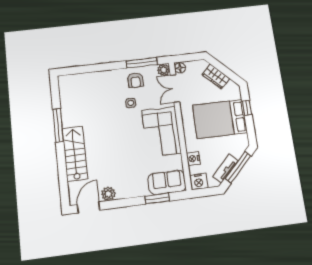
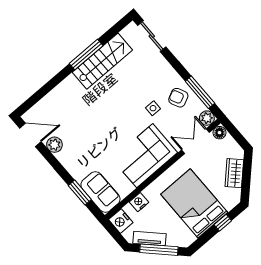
sliding door: (78, 70) -> (152, 36), added
armchair: (135, 80) -> (178, 98), turned 64
stairs: (75, 154) -> (102, 61), moved

